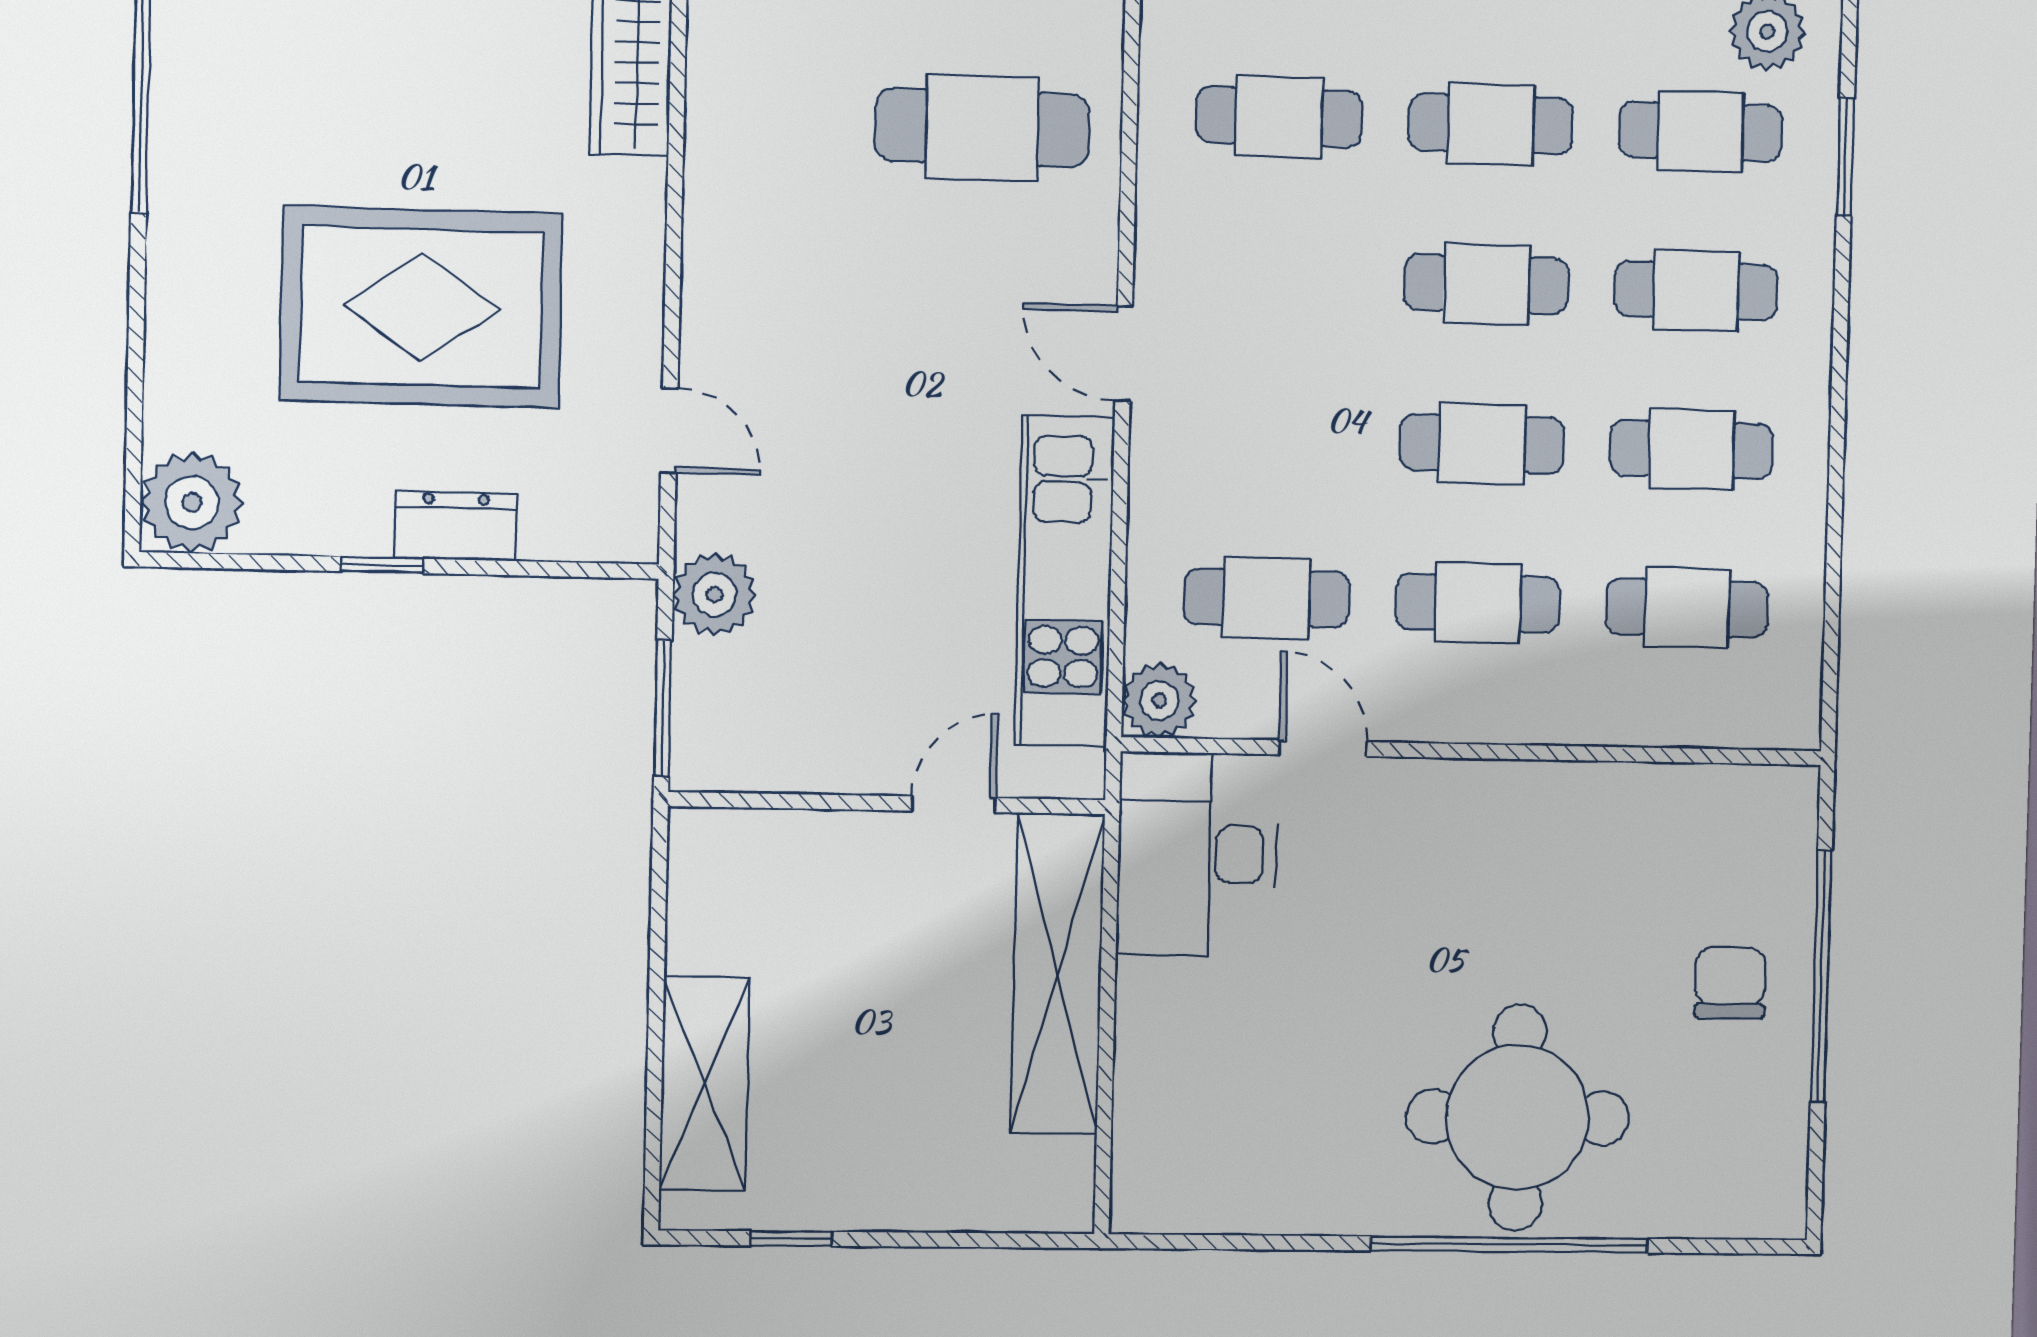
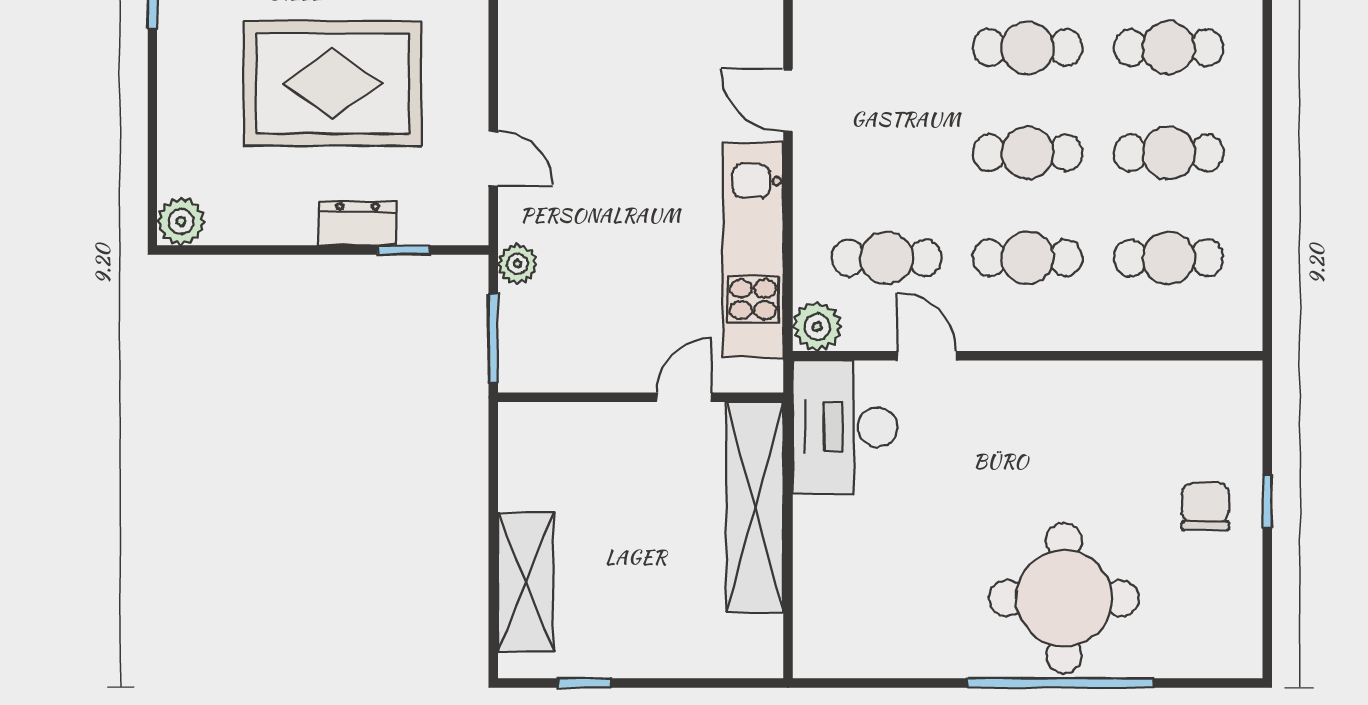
plant: (192, 502) -> (181, 221), width x0.73, depth x0.73
window: (382, 565) -> (404, 250), moved
plant: (715, 594) -> (518, 264), width x0.73, depth x0.73
window: (1821, 976) -> (1267, 501), width x0.32

